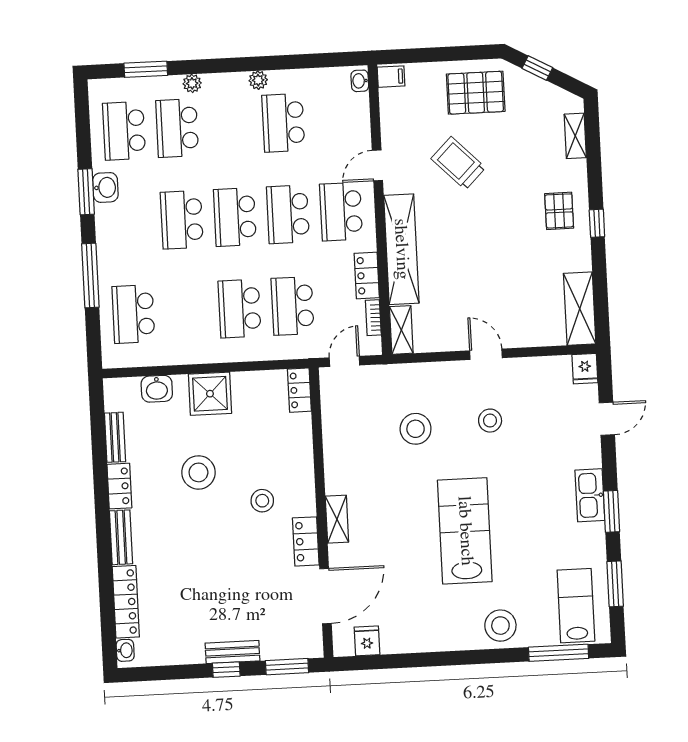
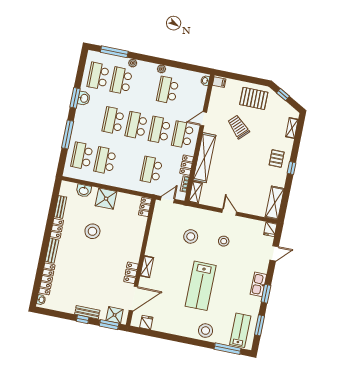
window: (146, 69) -> (114, 52), width x1.44
school desk: (240, 309) -> (105, 161), moved
stool: (262, 501) -> (117, 250), removed
lab bench: (465, 531) -> (201, 286), turned 180
shower: (294, 643) -> (115, 315), added

